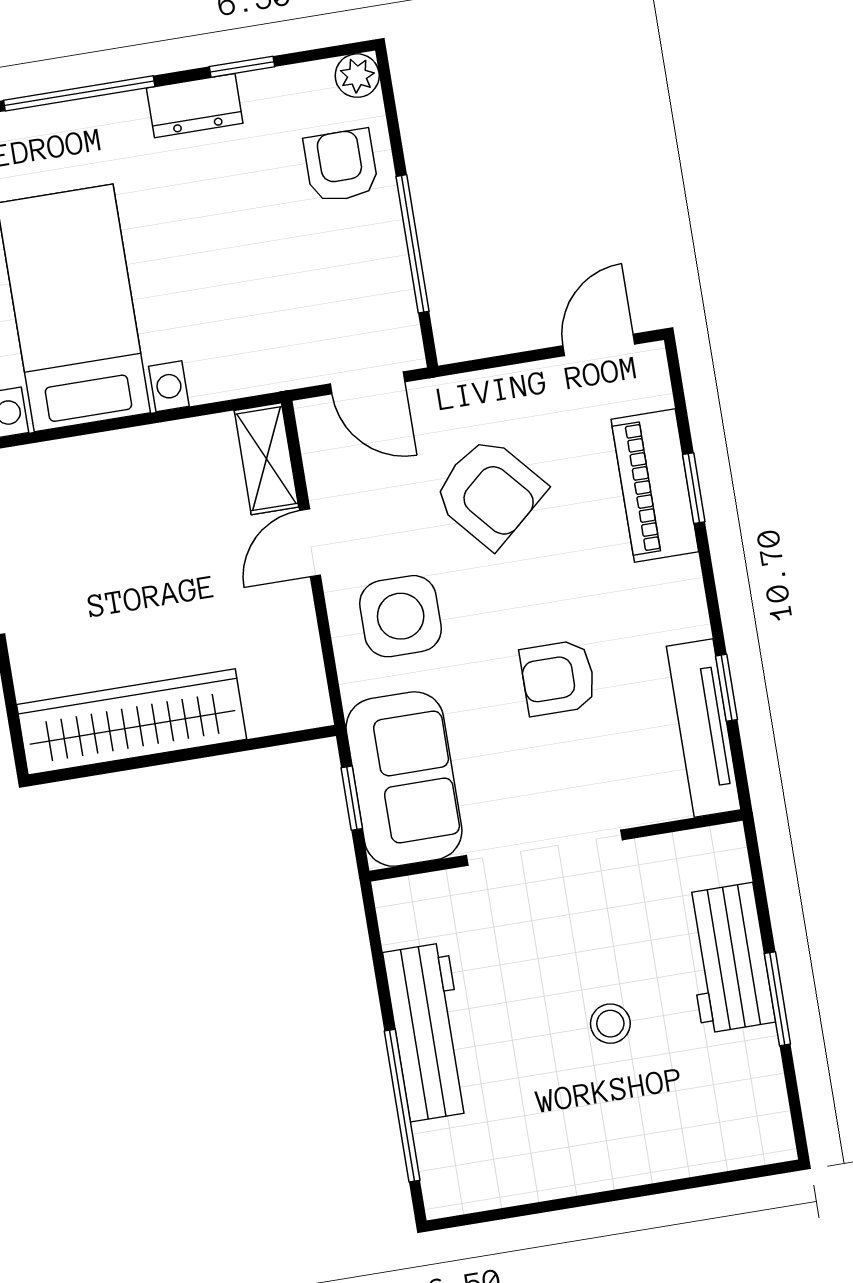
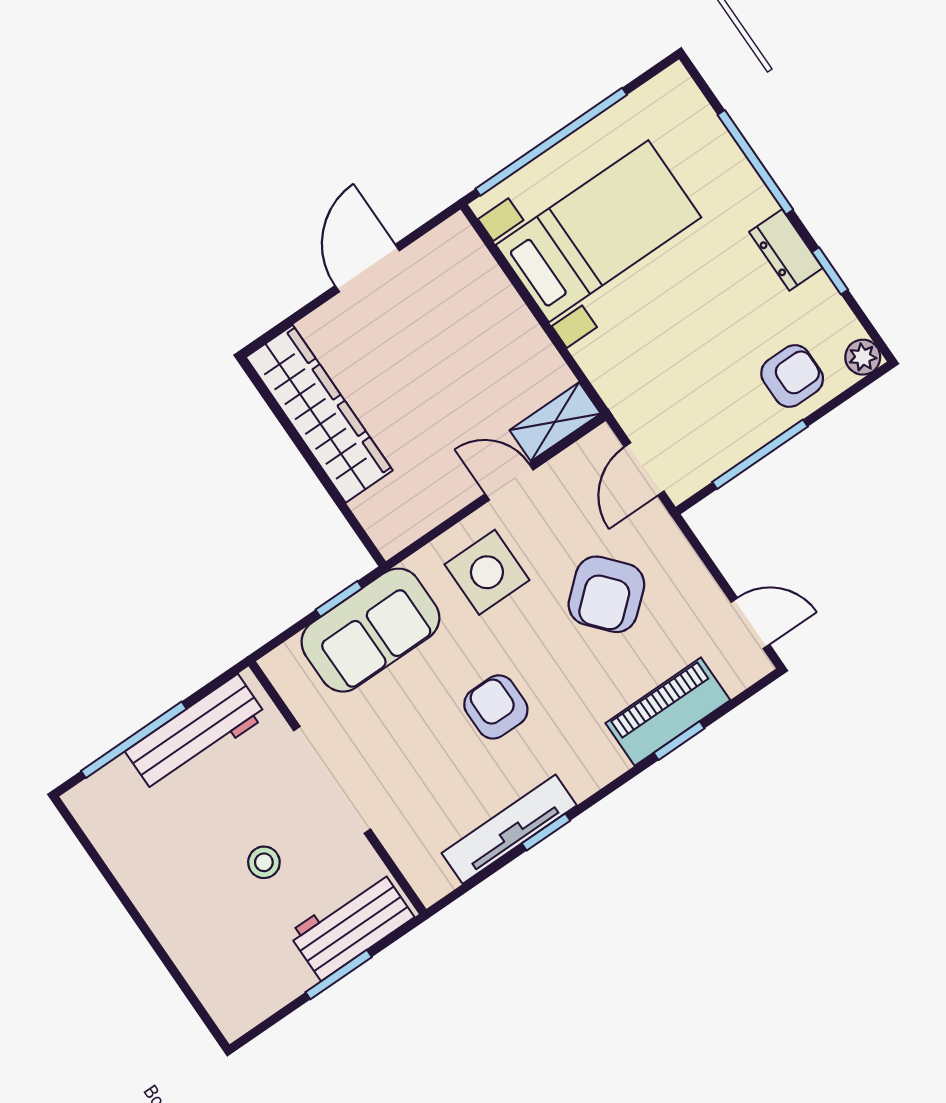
wall: (556, 846) -> (337, 788), moved
doorway: (544, 848) -> (332, 780), moved

